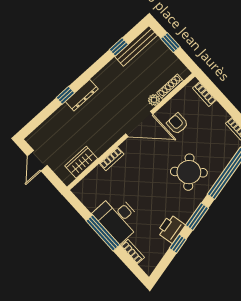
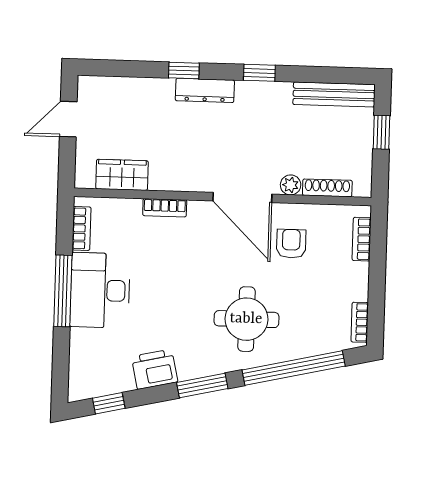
window: (119, 47) -> (259, 73), moved
round table: (189, 172) -> (246, 319), turned 45
window: (178, 244) -> (109, 403), moved
bookcase: (132, 252) -> (82, 228), moved

